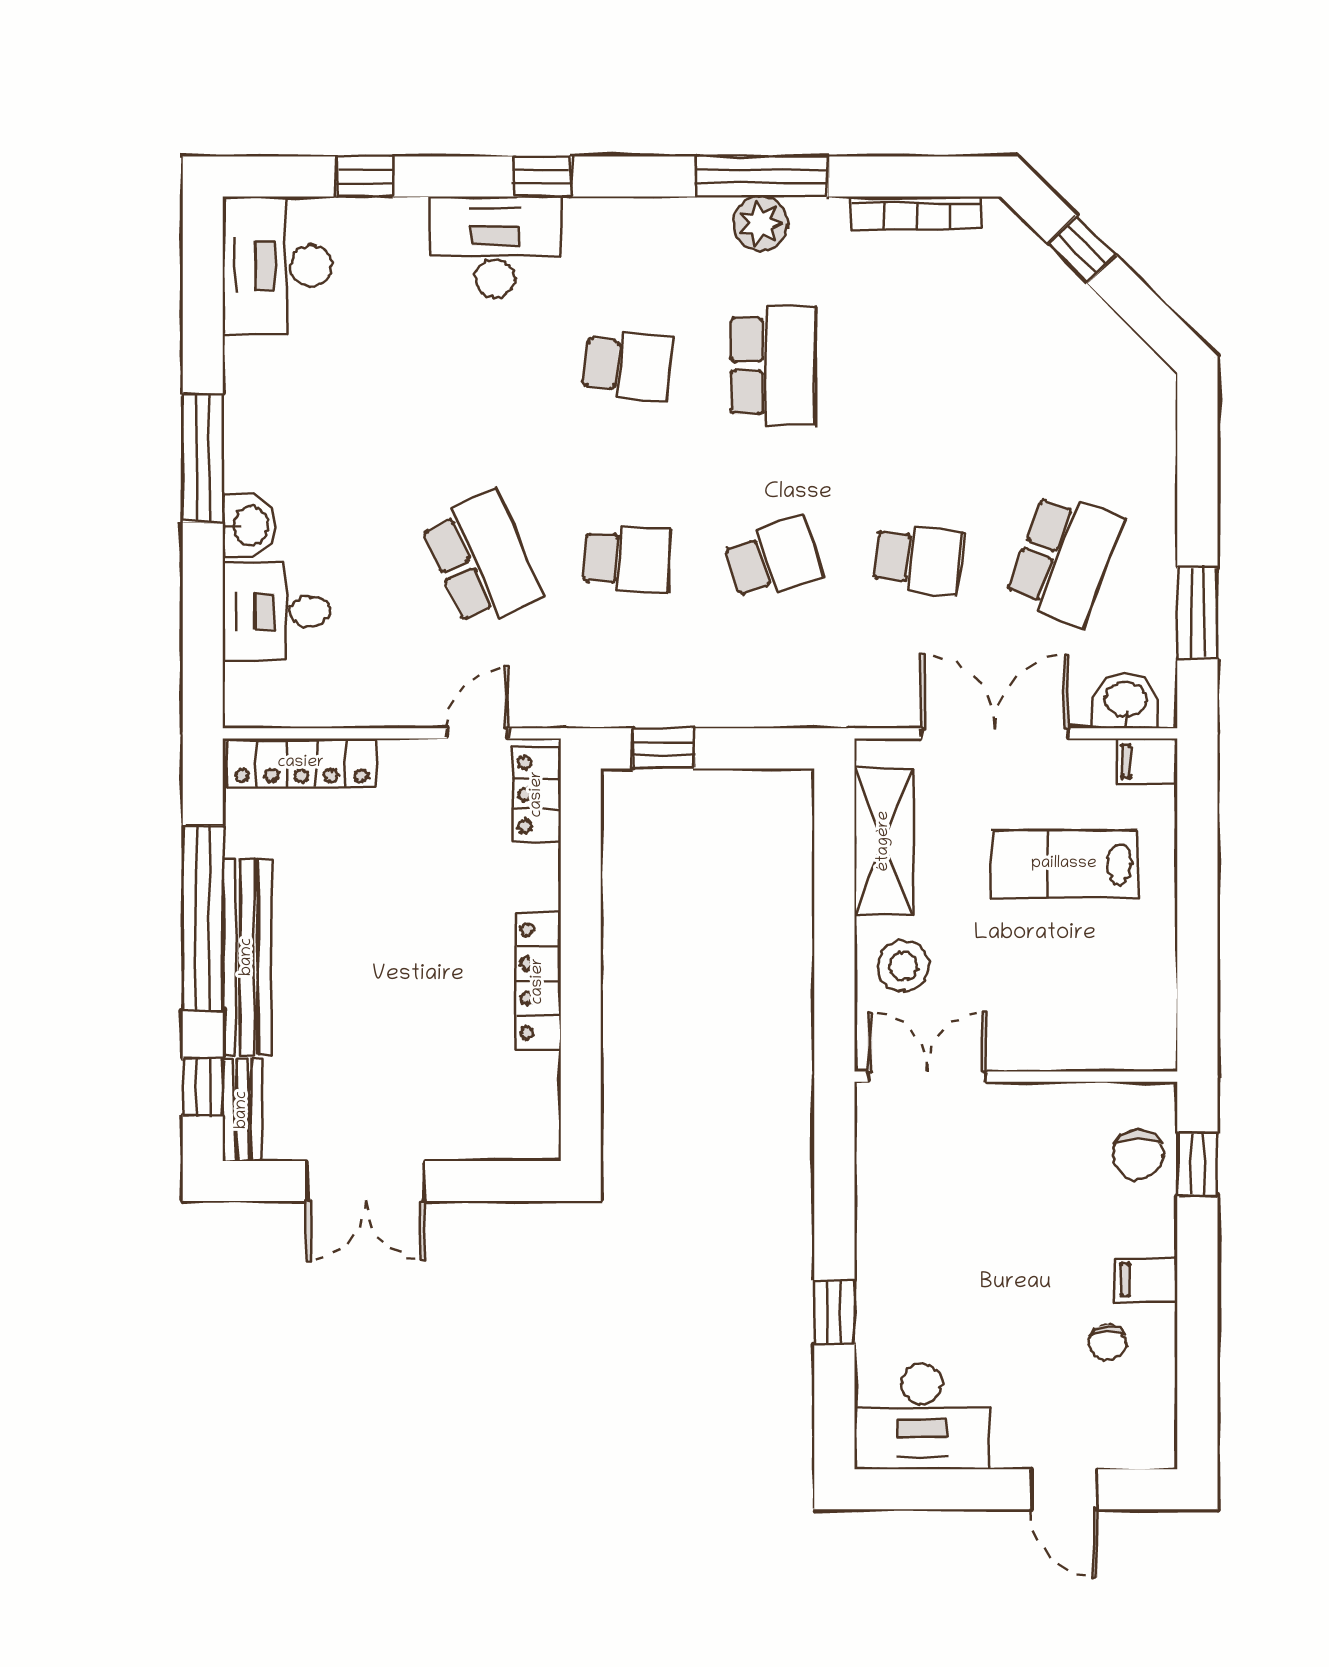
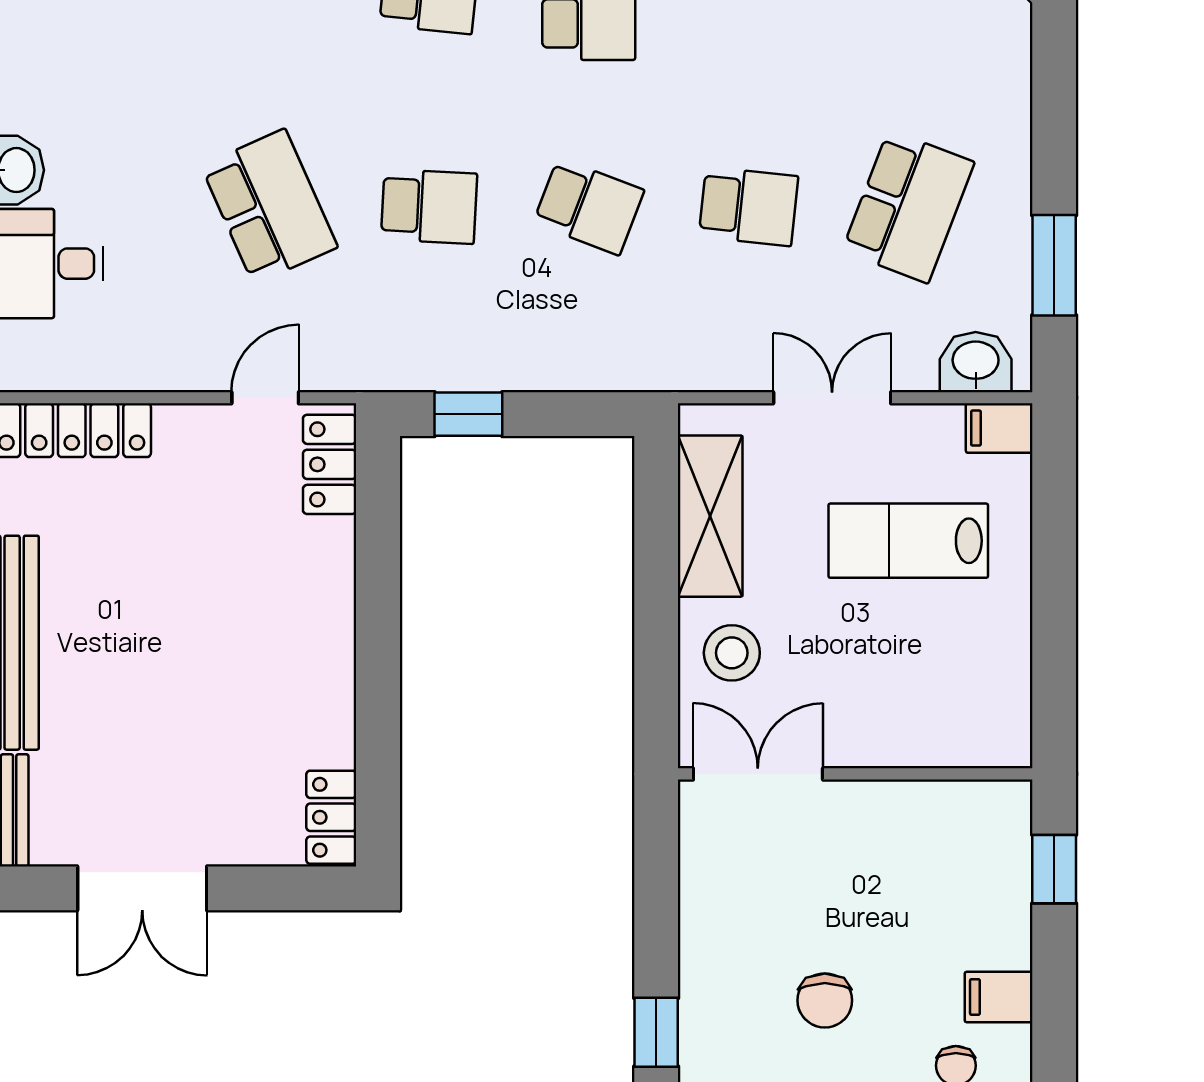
school desk: (773, 559) -> (589, 206), turned 39
double door: (995, 733) -> (832, 398), width x0.73
locker: (538, 981) -> (331, 817), moved, width x0.66
chair: (1138, 1155) -> (825, 1000), moved

